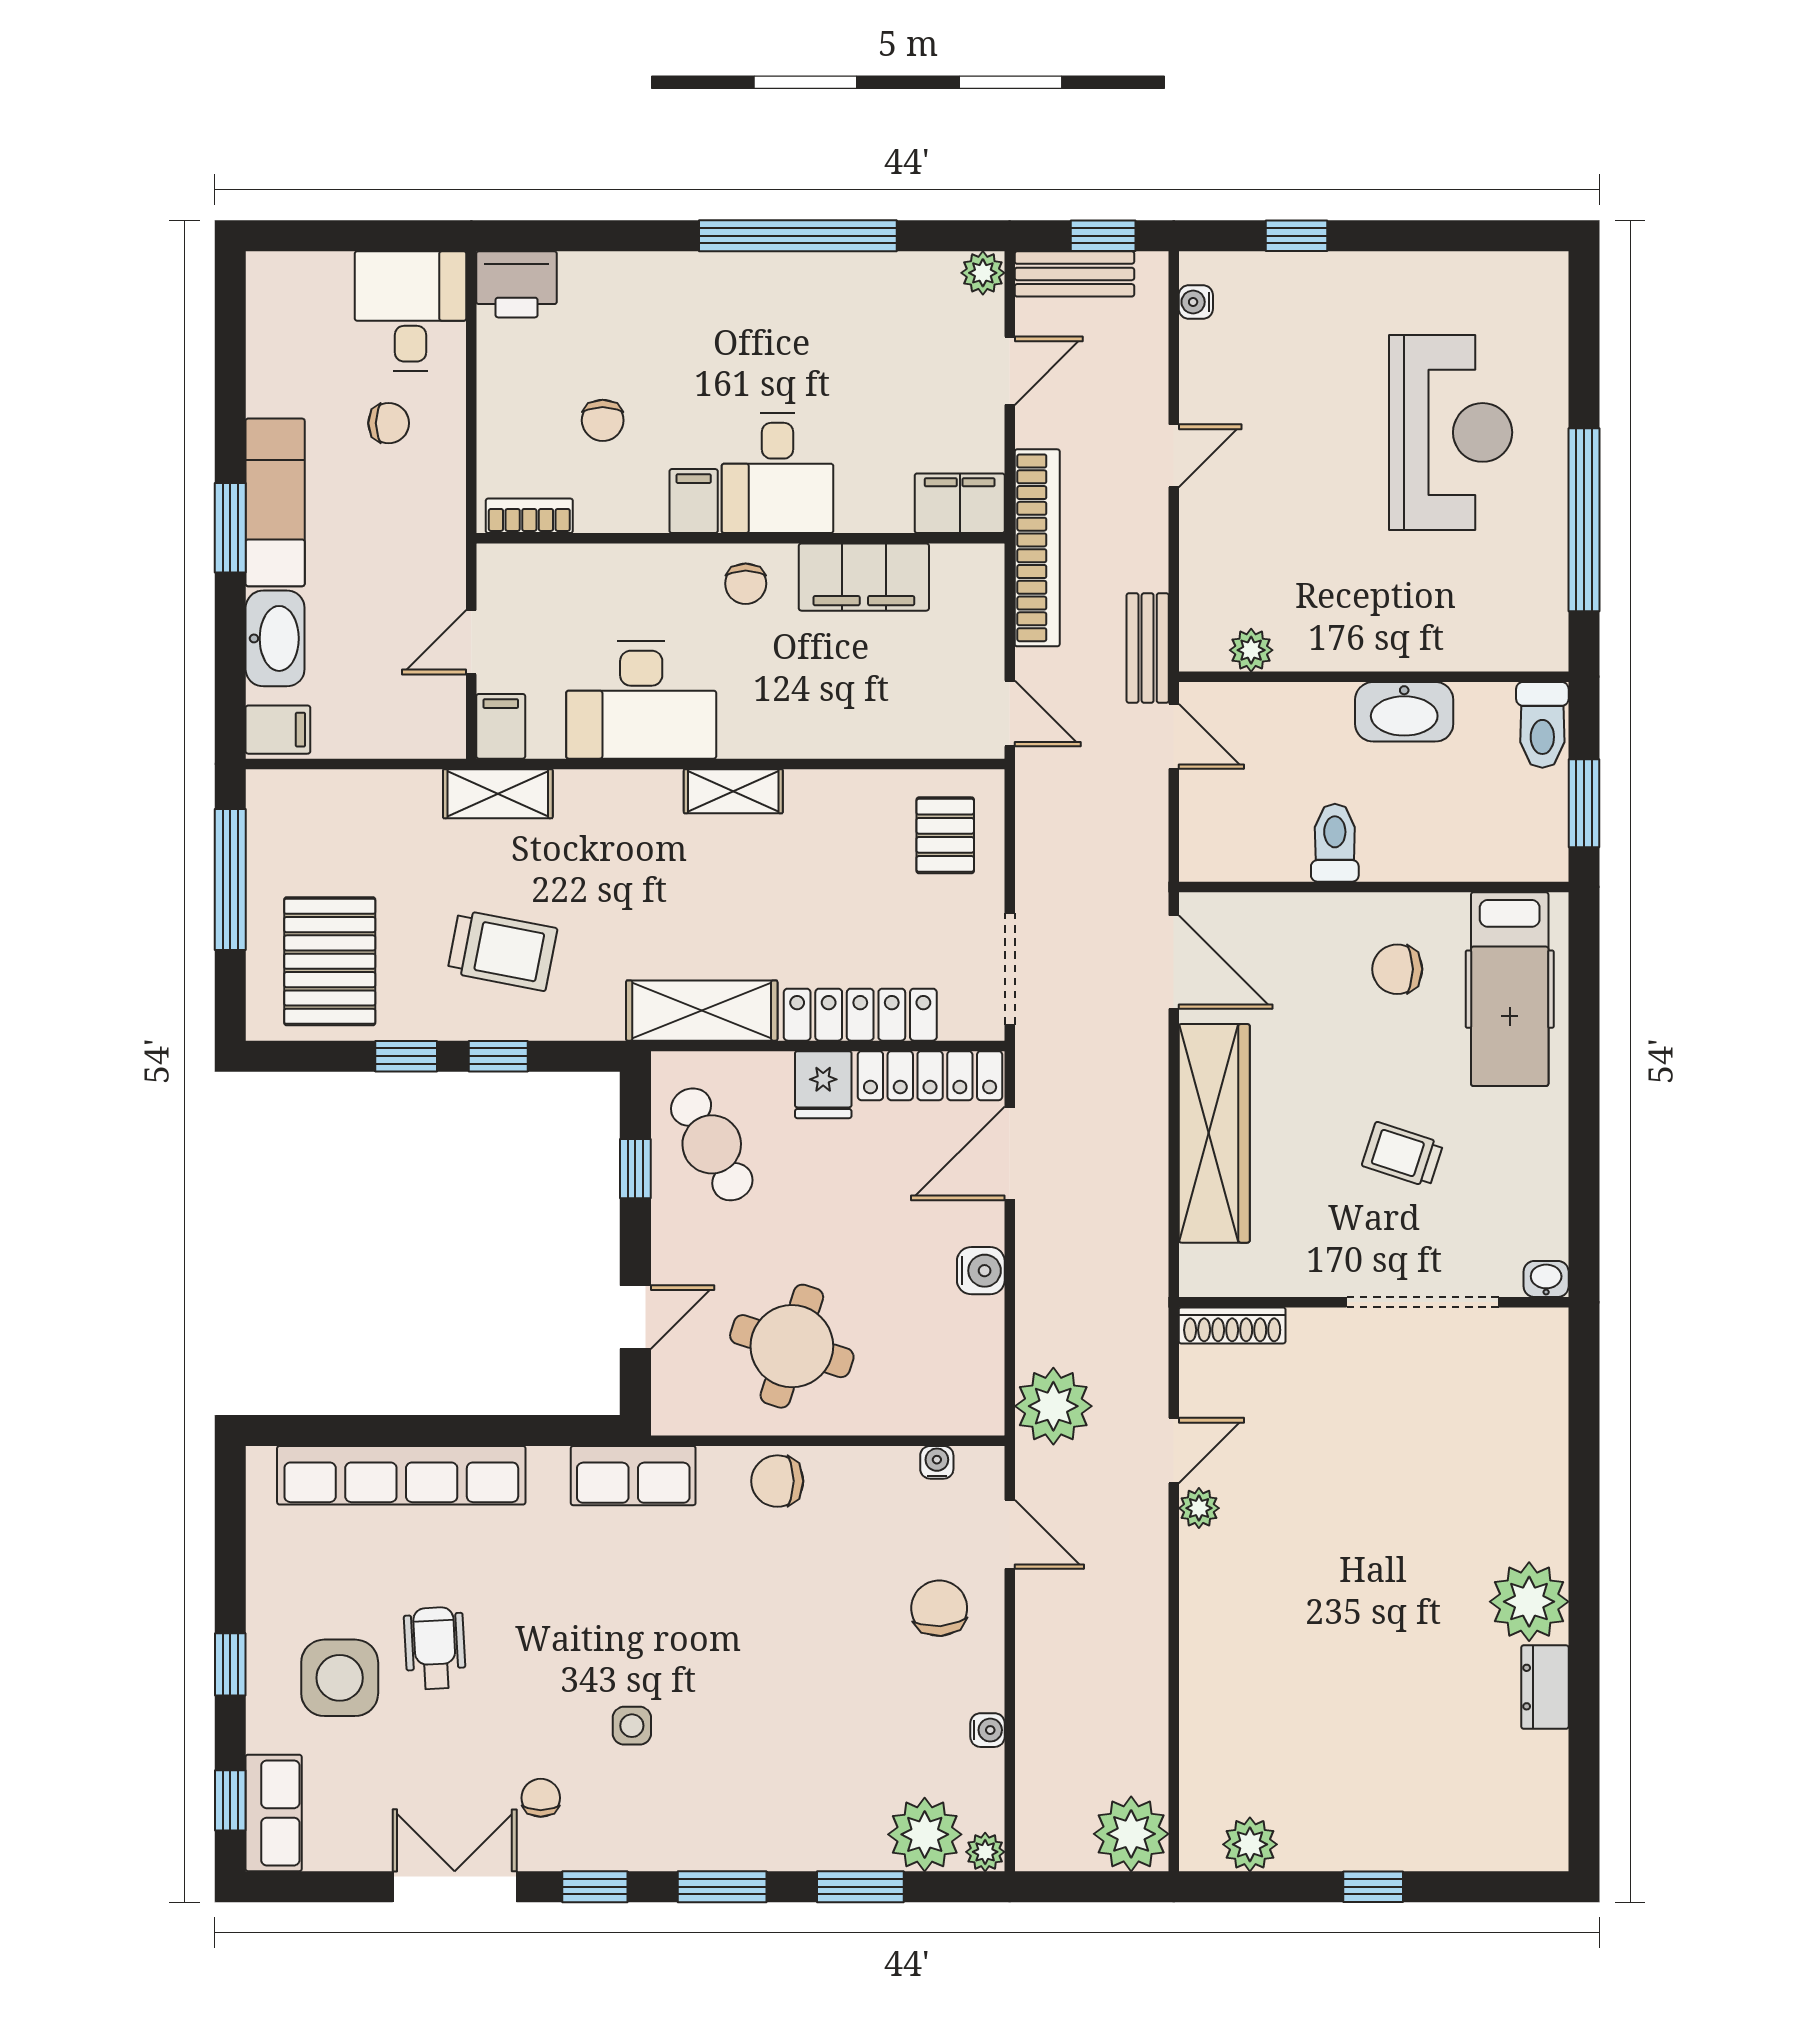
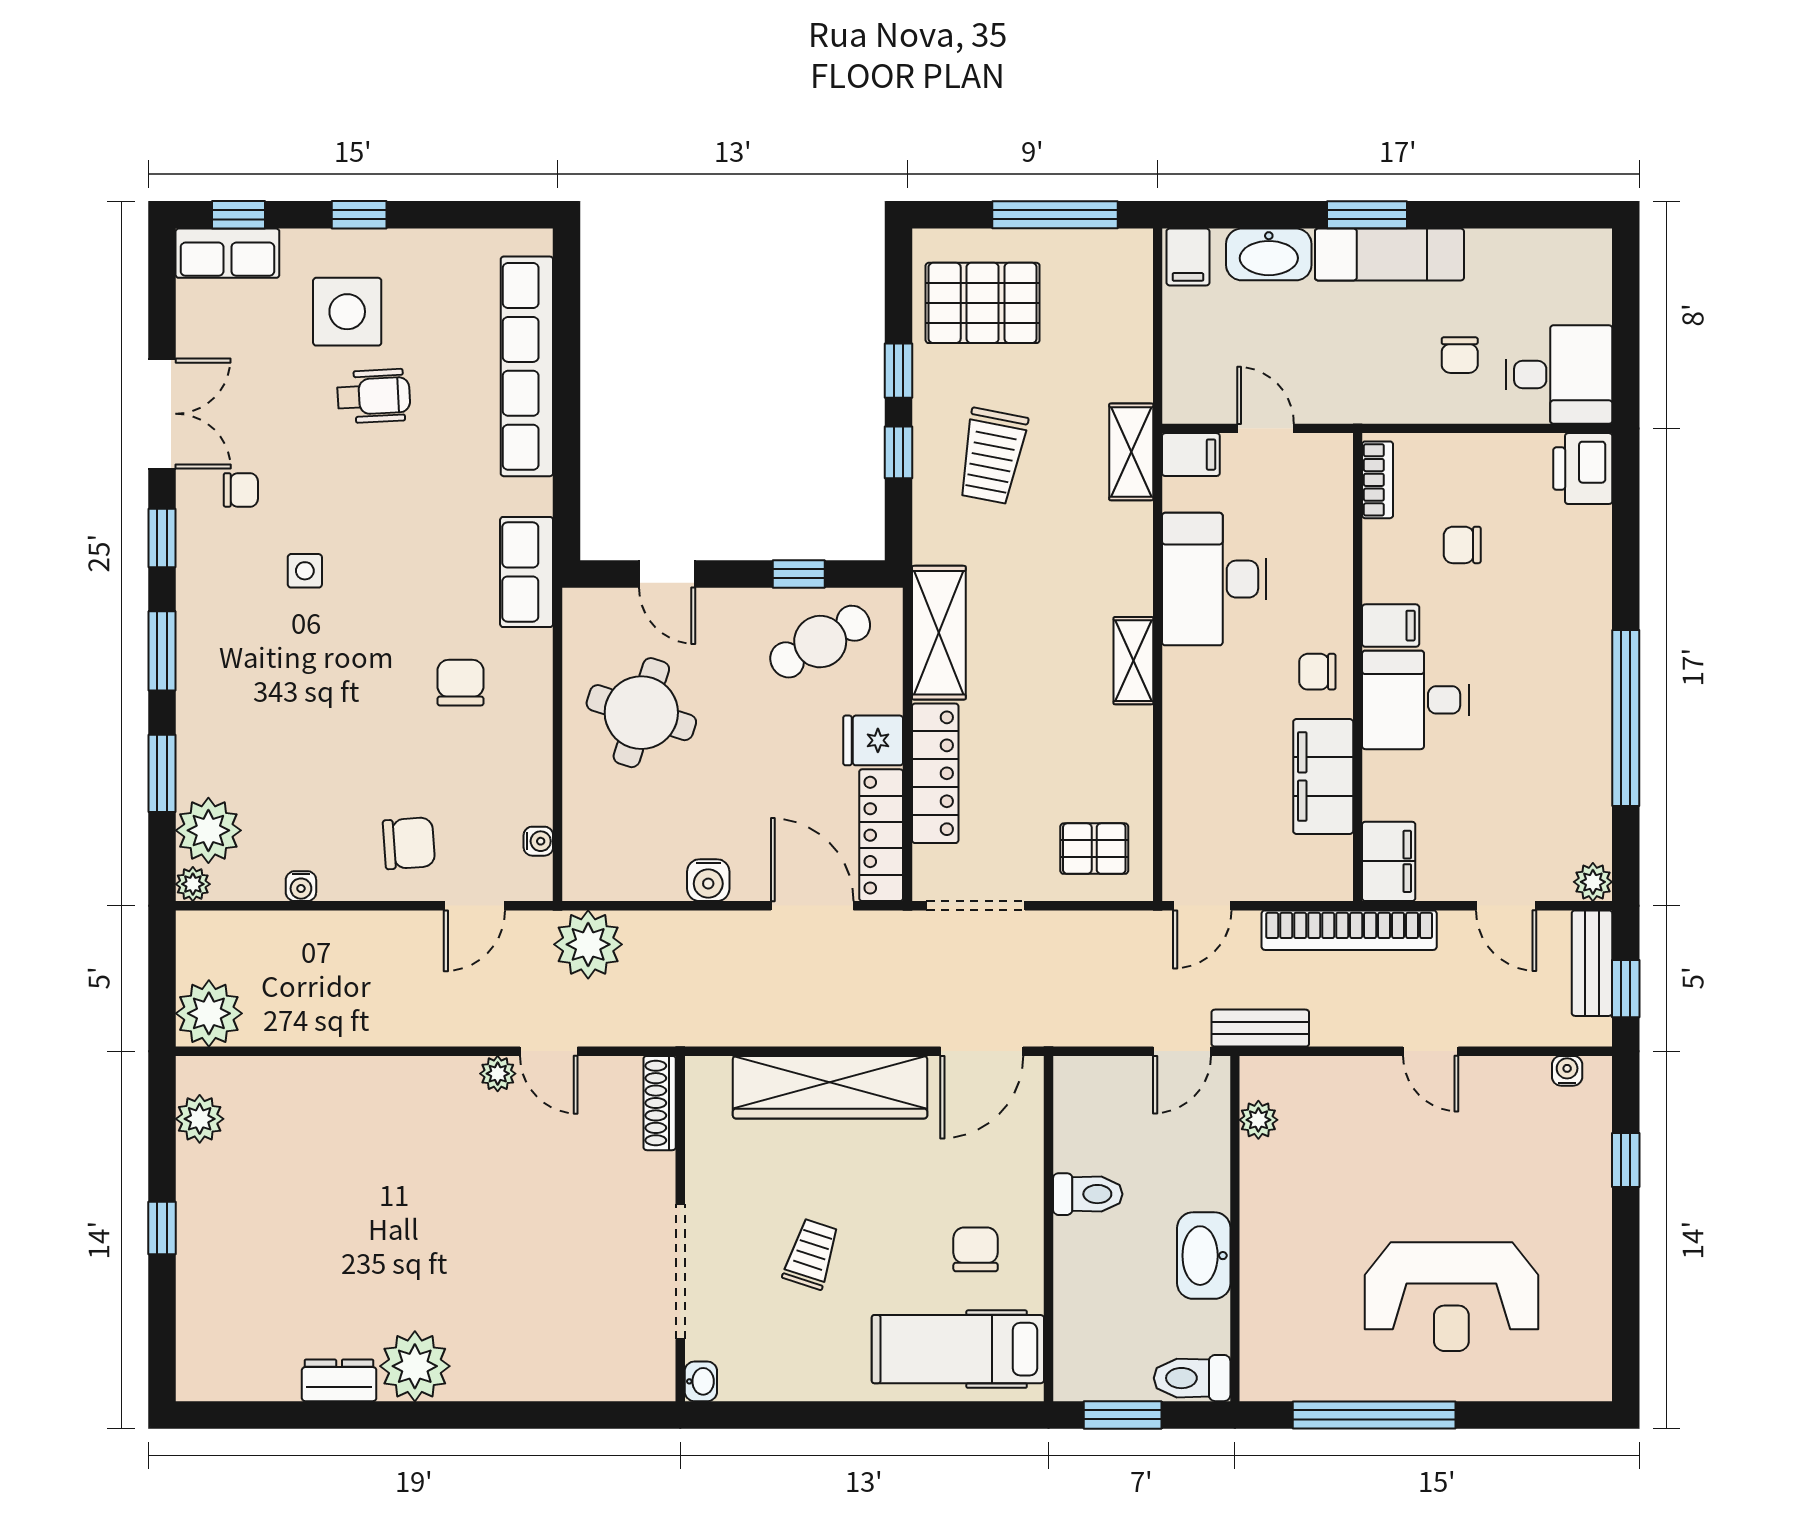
chair: (777, 1481) -> (461, 683), moved

